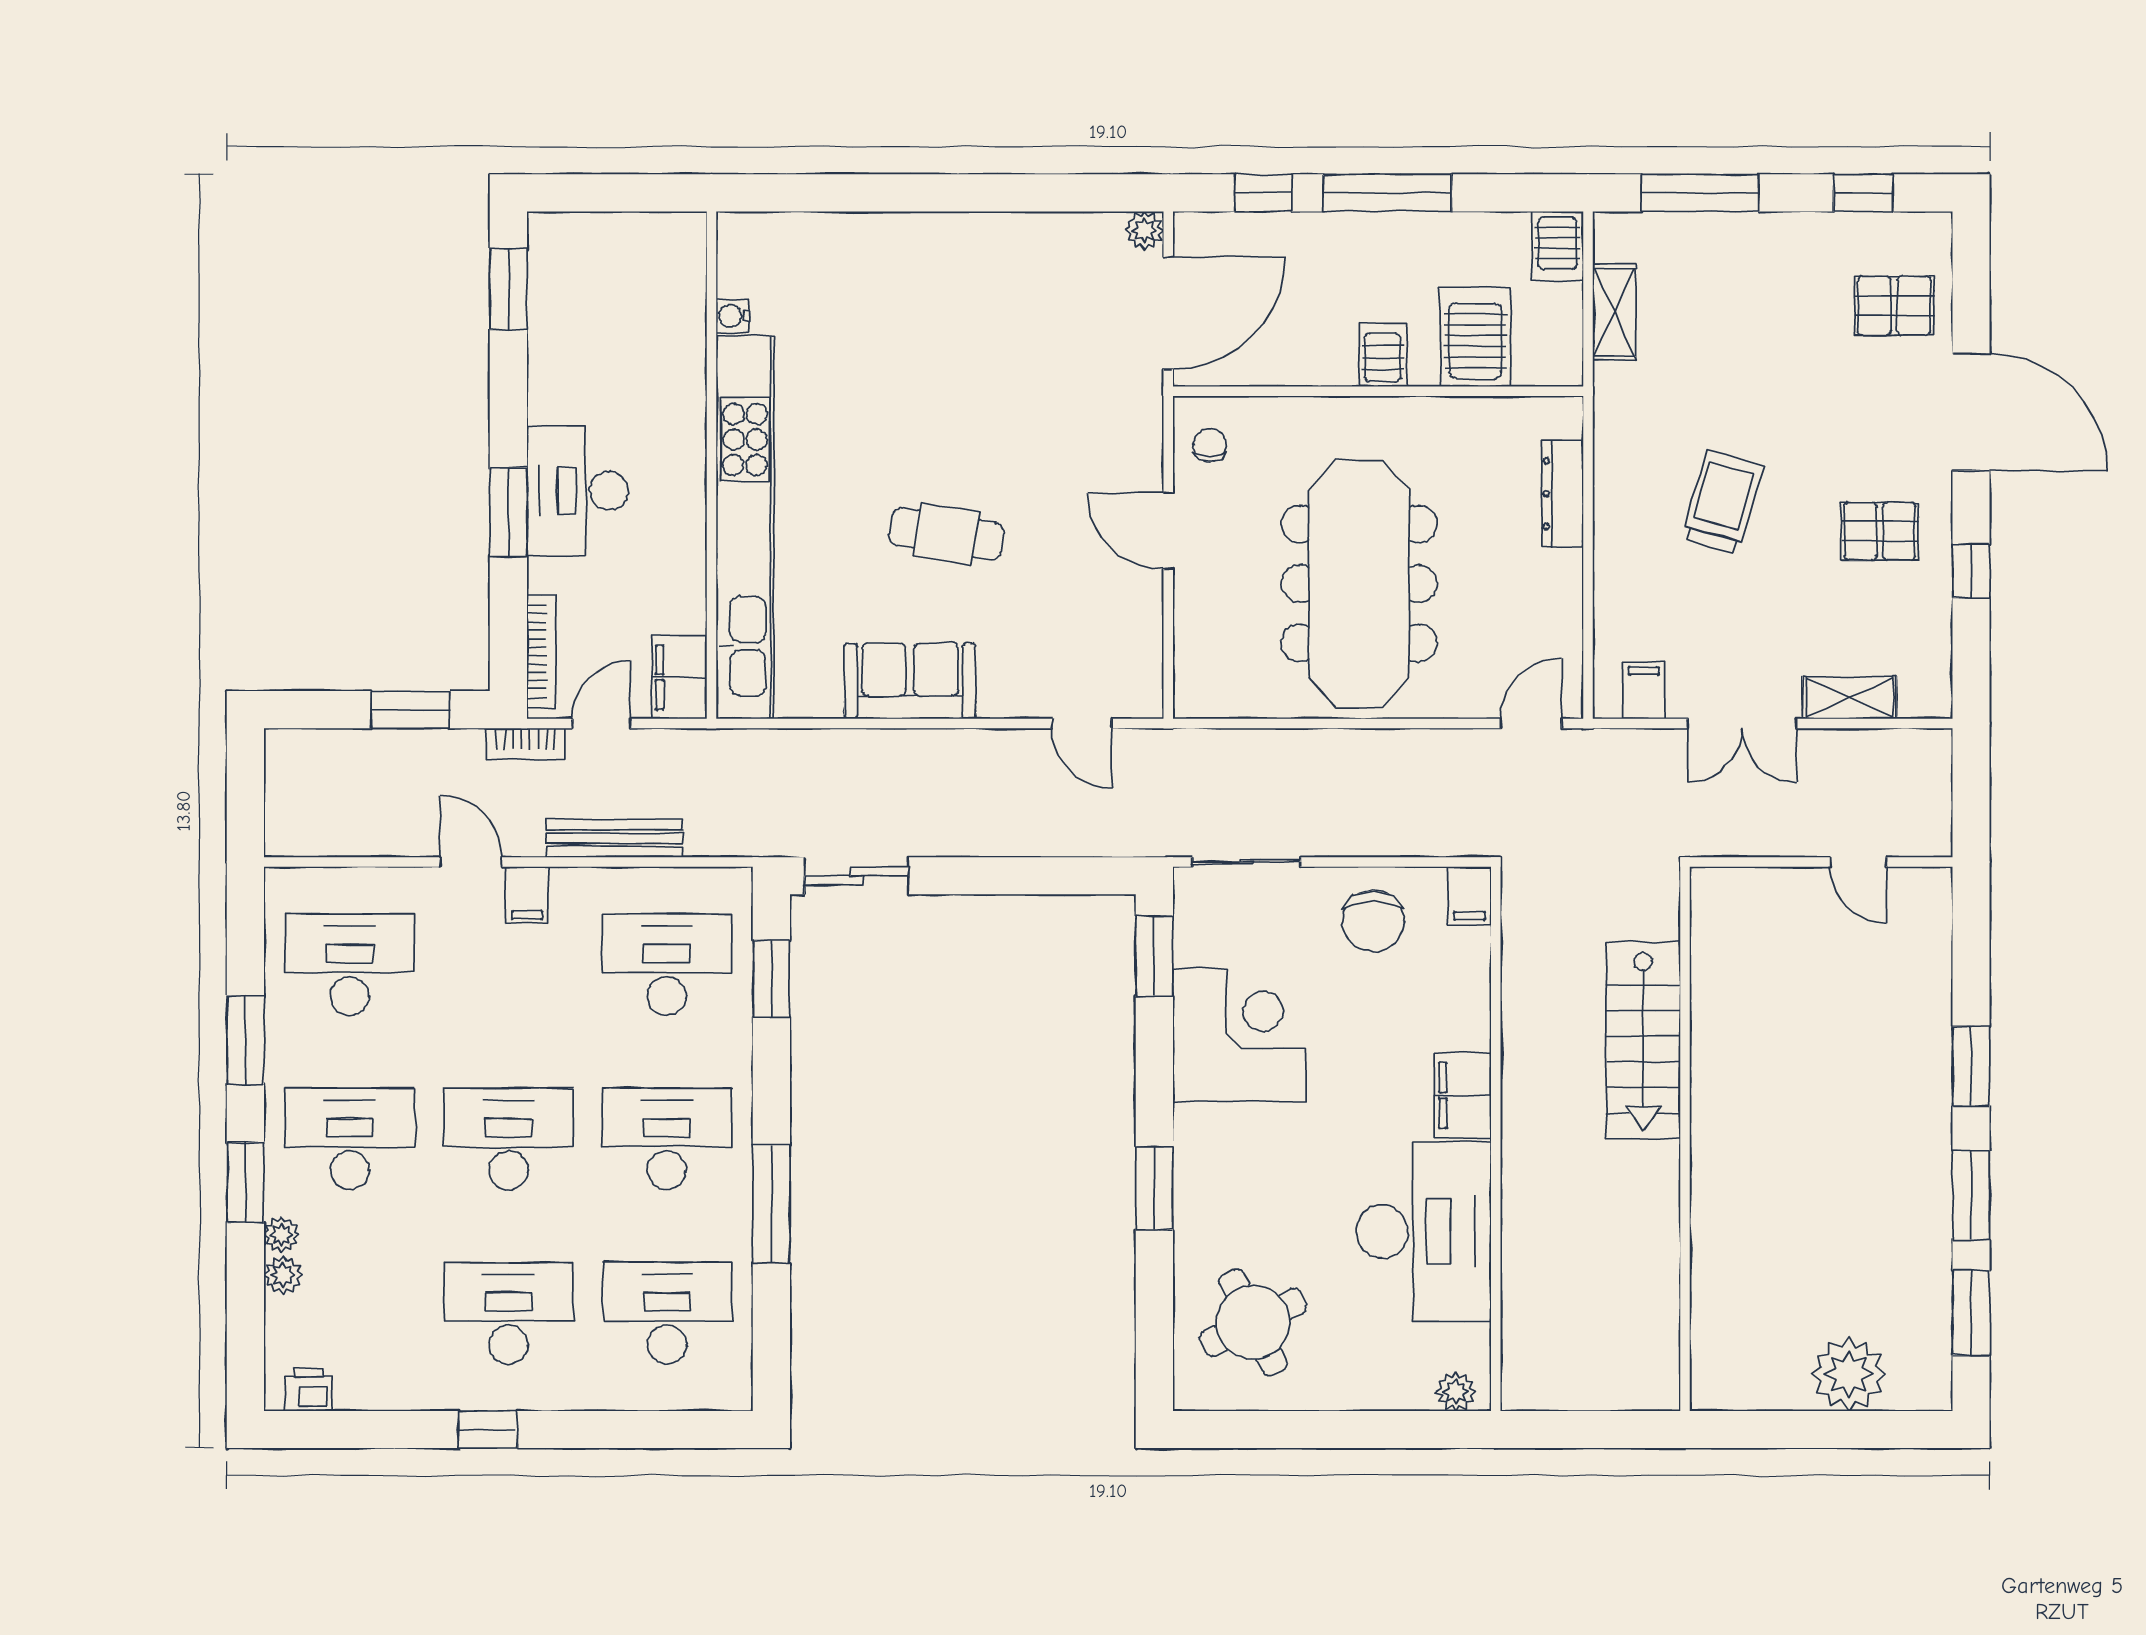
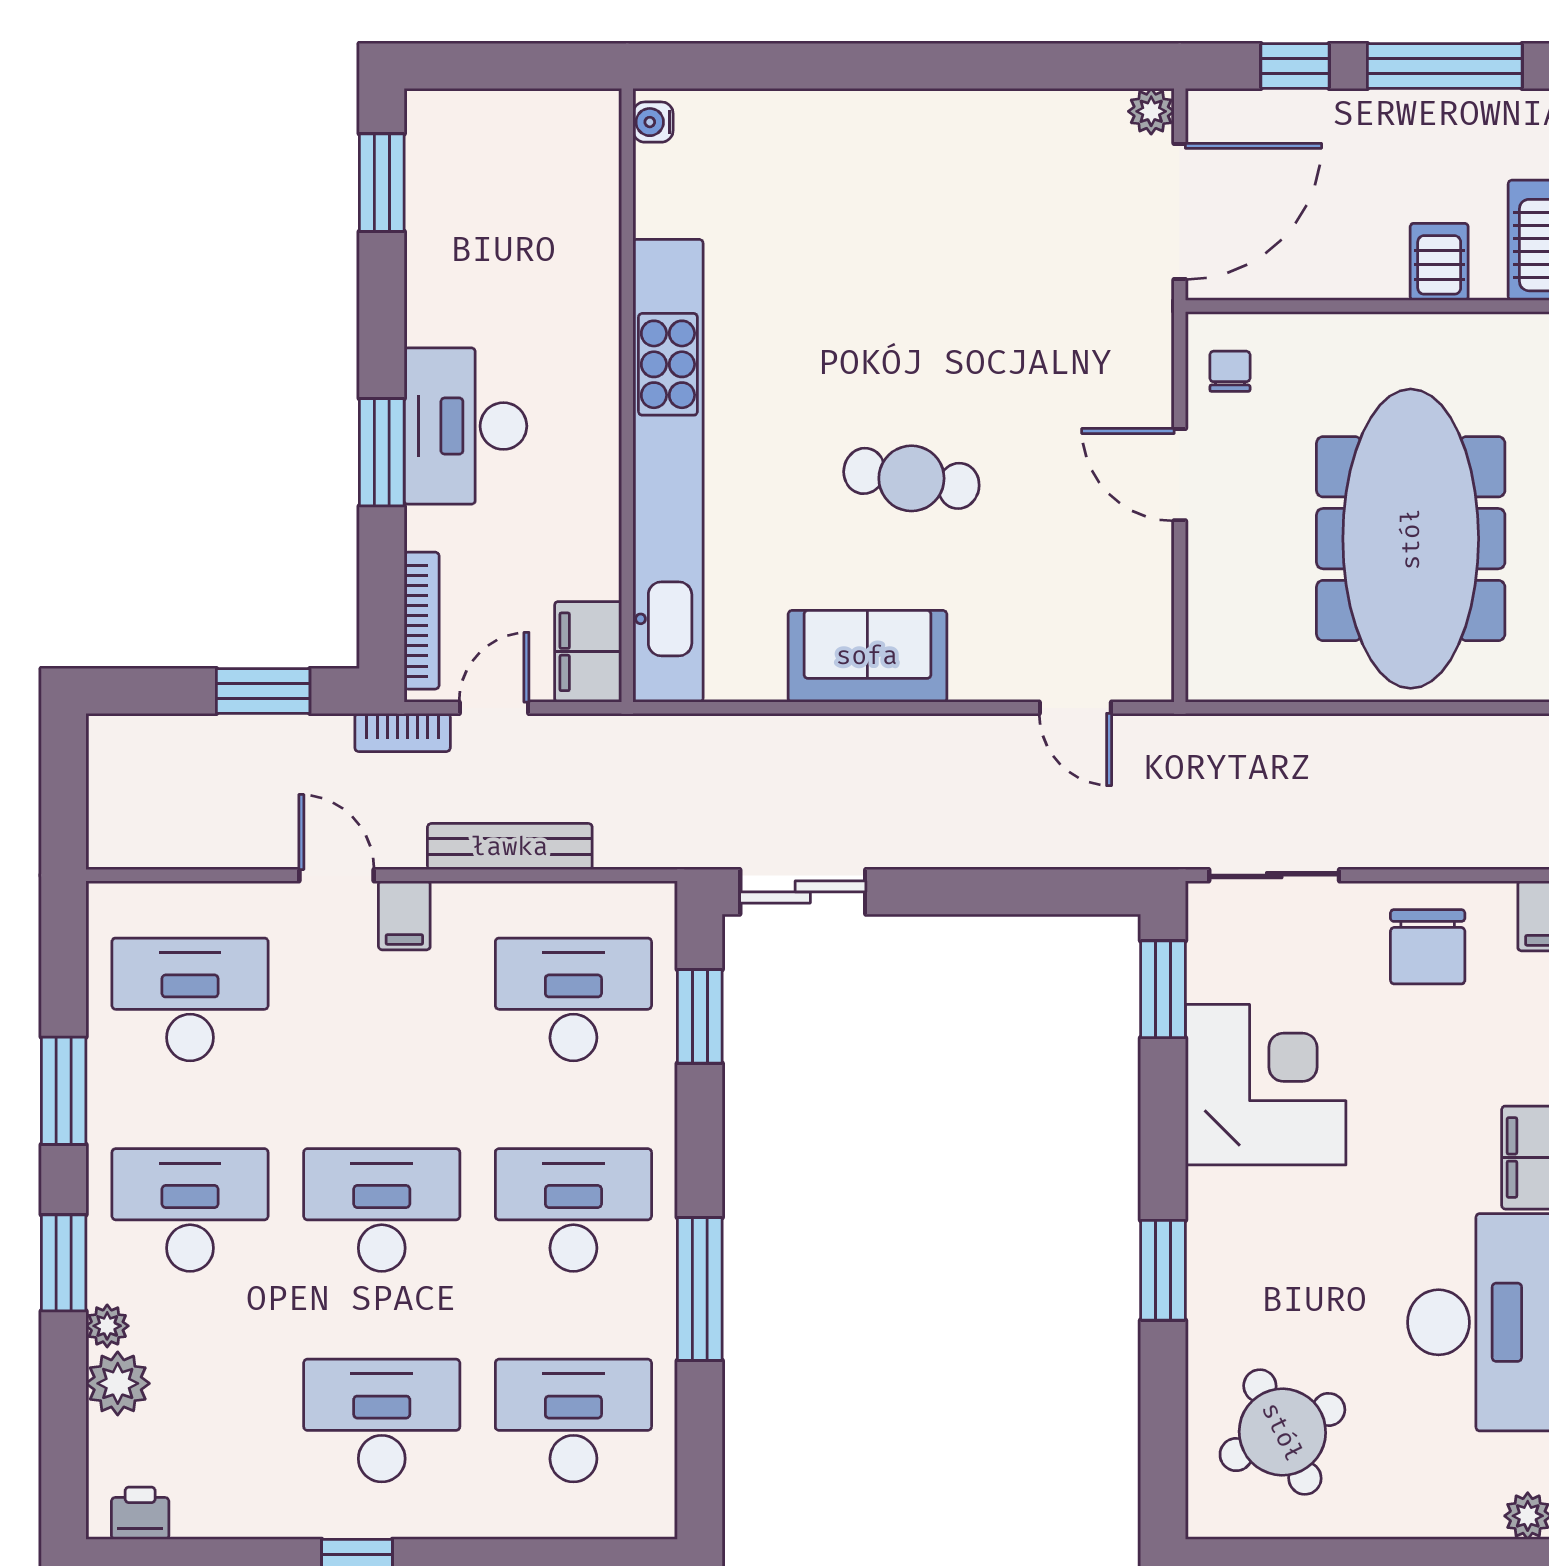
water cooler: (733, 316) -> (653, 122), moved
plant: (283, 1275) -> (118, 1383), width x1.38, depth x1.38

